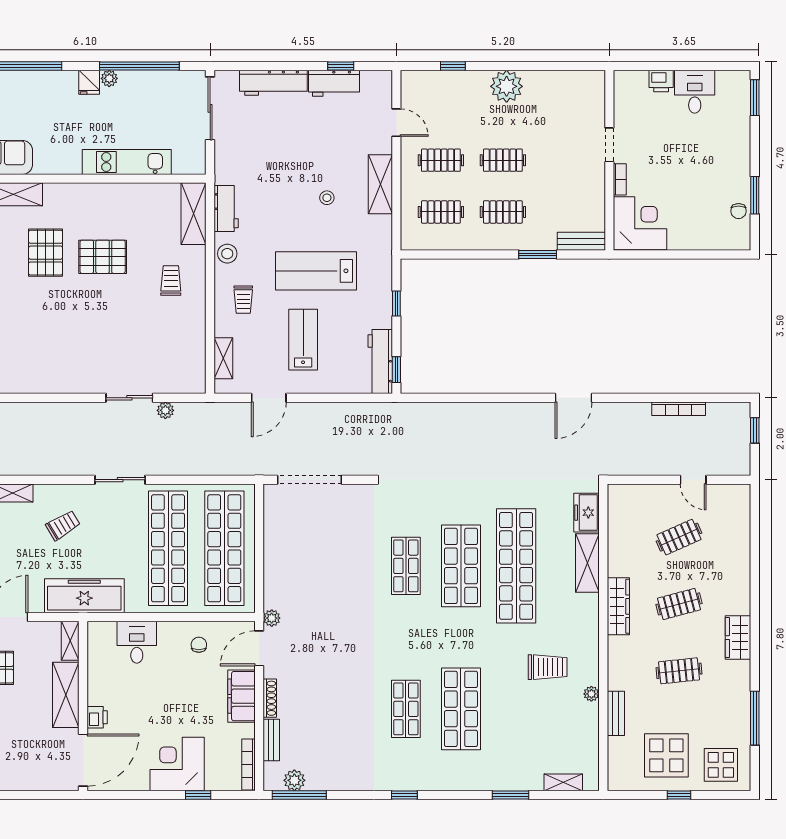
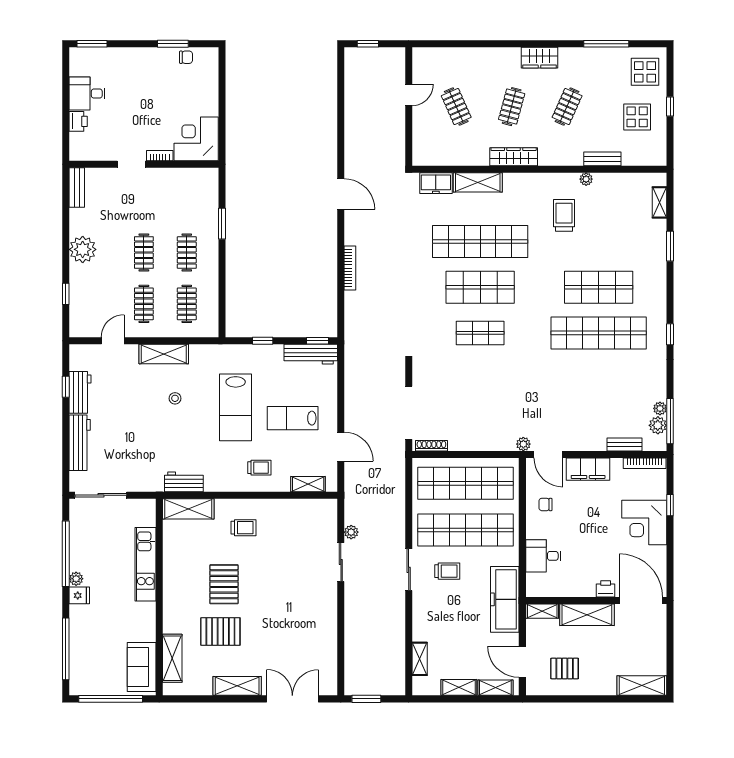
bench: (581, 241) -> (77, 188), moved
stool: (227, 254) -> (221, 481), removed
trolley: (171, 280) -> (244, 528), turned 180
bookcase: (679, 409) -> (350, 268), moved
trolley: (63, 525) -> (447, 571), moved, turned 121
clothes rail: (679, 604) -> (512, 107), turned 30
clothes rail: (679, 671) -> (567, 107), turned 30
shoe rack: (270, 698) -> (431, 446), moved
shop shelf: (406, 709) -> (599, 333), width x2.00, depth x1.36
display table: (666, 755) -> (637, 117), width x0.73, depth x0.73
plant: (315, 783) -> (660, 408), added

